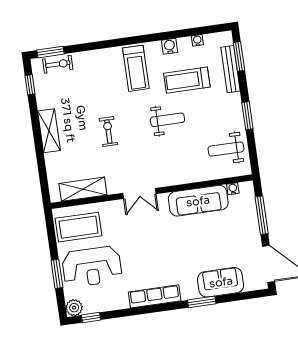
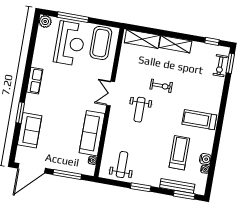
water cooler: (170, 46) -> (205, 159), moved
weight bench: (167, 120) -> (140, 110), moved
shelving: (83, 189) -> (142, 39), moved, turned 90
reception desk: (92, 267) -> (70, 43), turned 180
window: (57, 274) -> (73, 17), width x1.44
row of seats: (155, 296) -> (35, 81), width x0.68
window: (91, 318) -> (34, 31), removed

